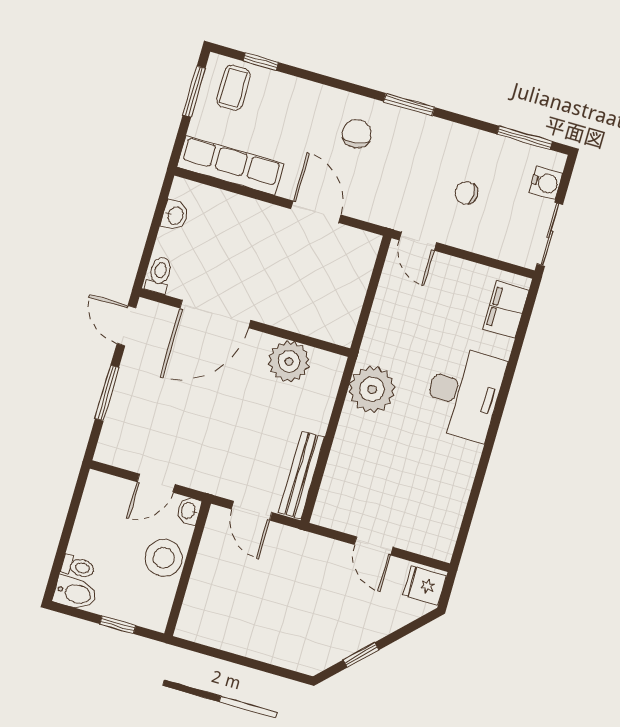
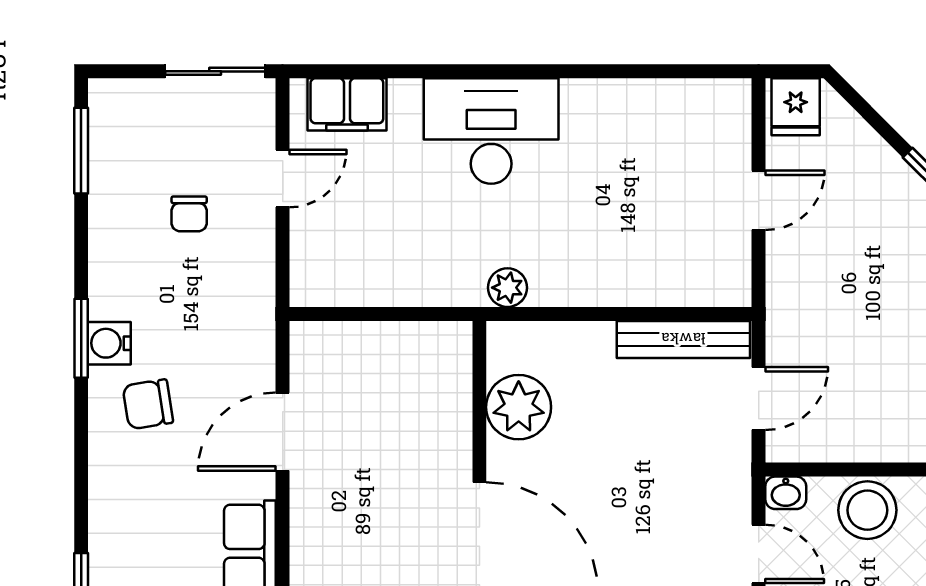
water cooler: (546, 183) -> (109, 343), moved, turned -90
door: (418, 241) -> (283, 179), moved
plant: (372, 389) -> (507, 288), width x0.53, depth x0.53

